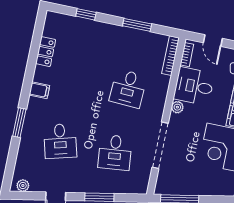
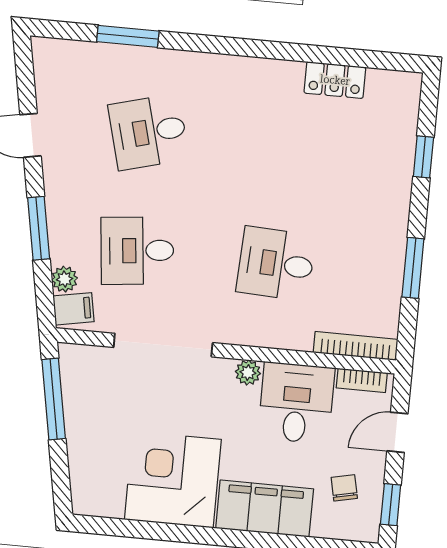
filing cabinet: (39, 90) -> (74, 309), moved, turned -100
window: (19, 123) -> (128, 36), moved
plant: (23, 186) -> (65, 279), moved

